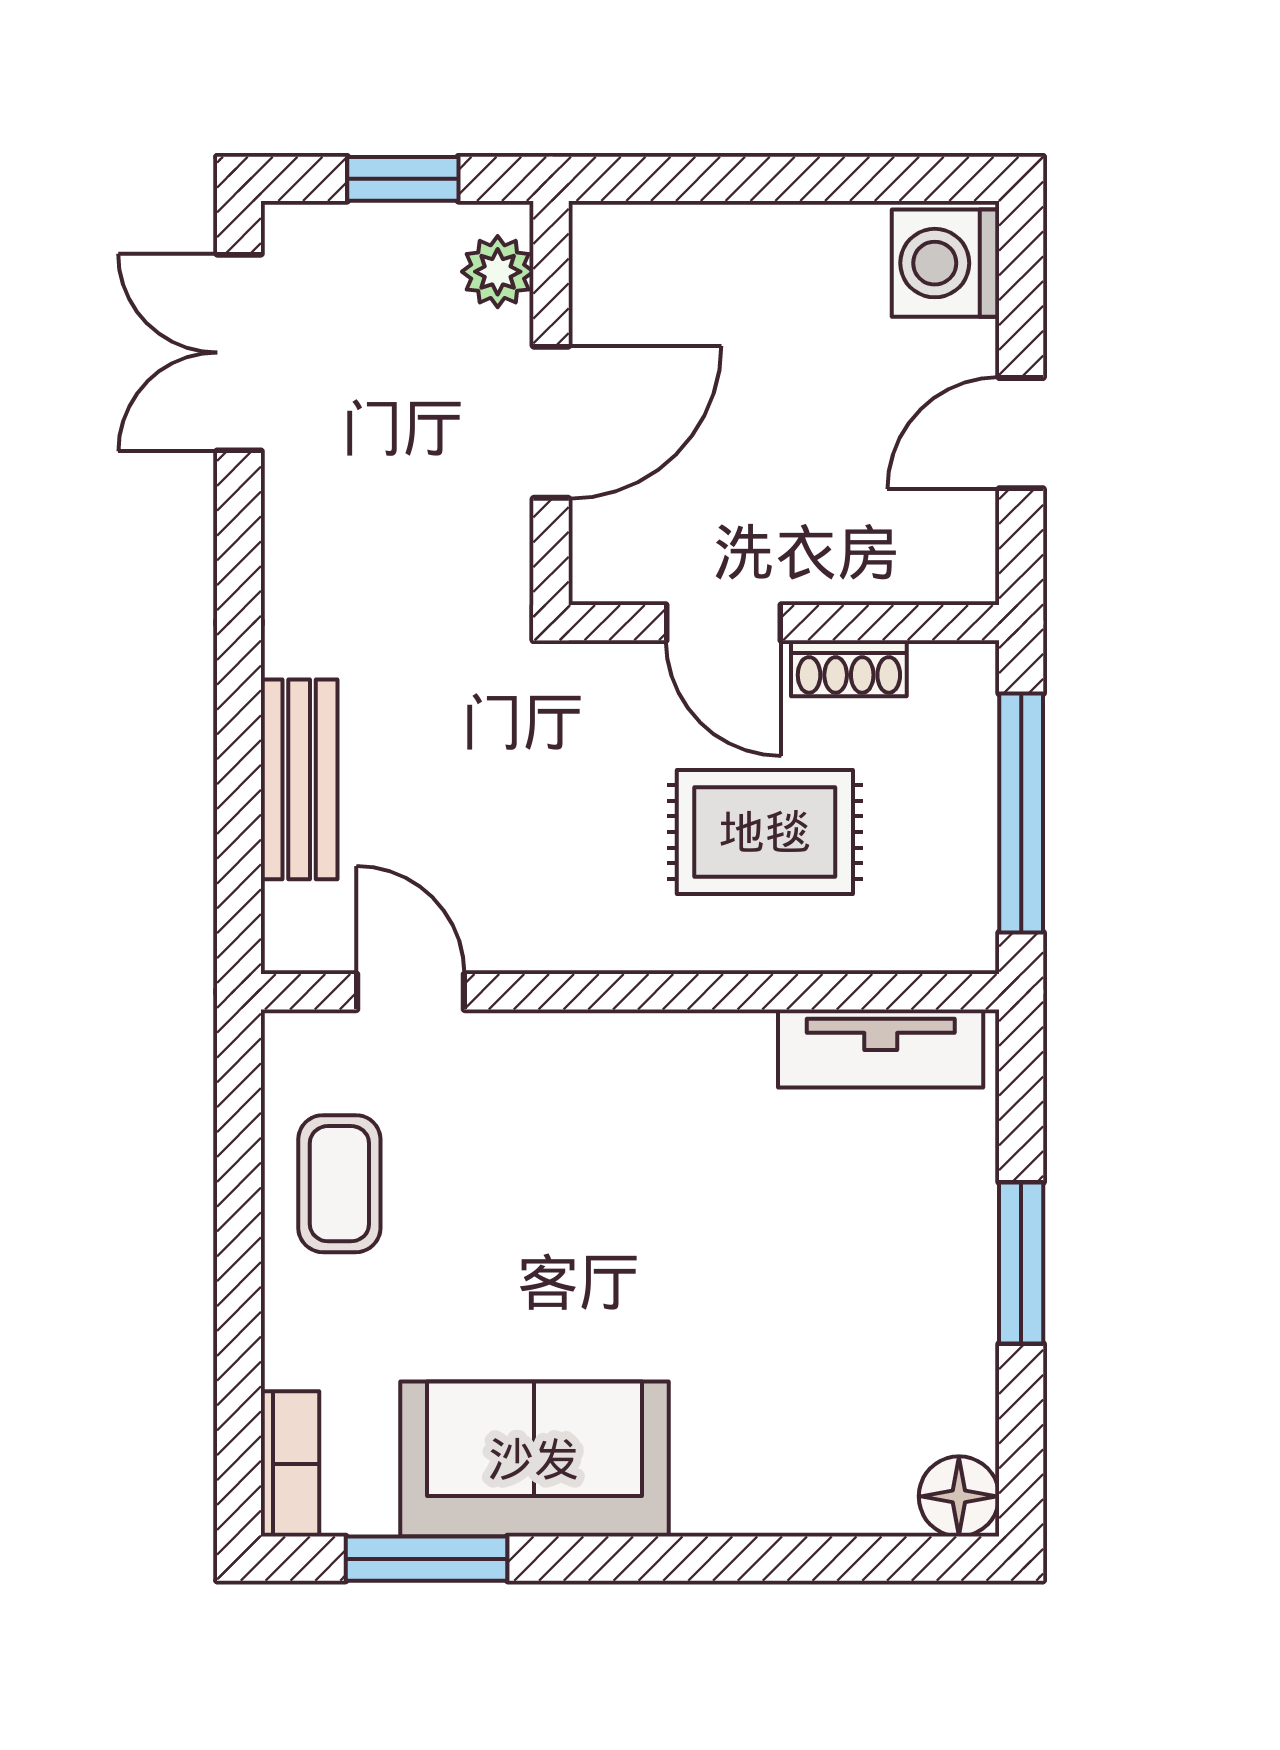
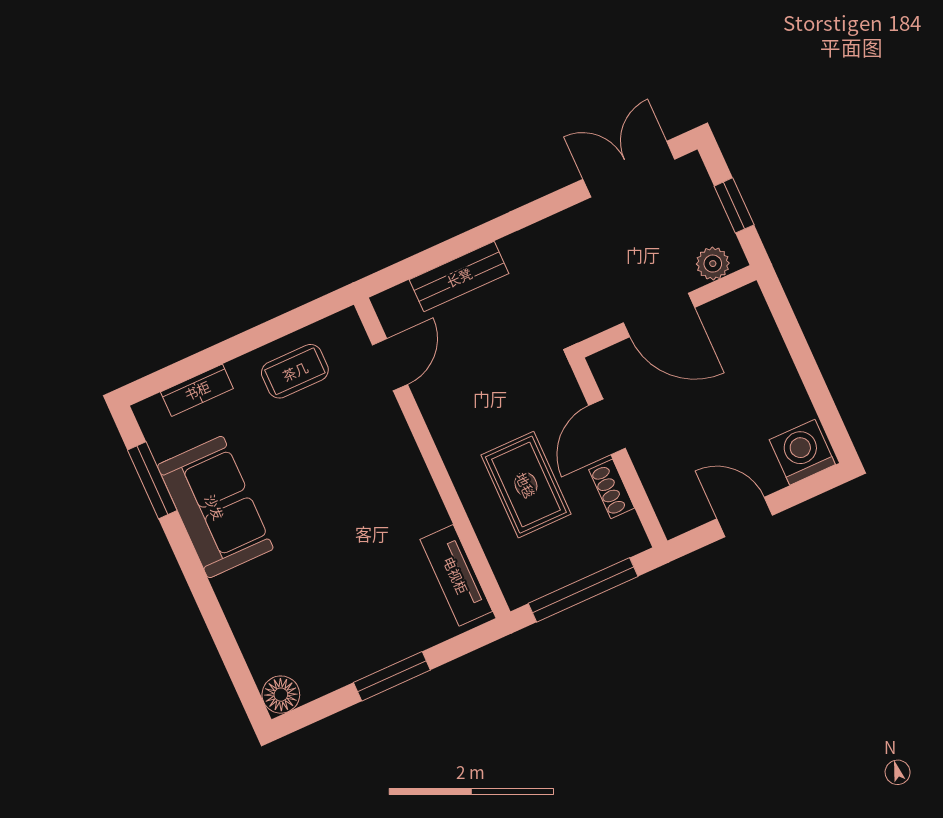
bookcase: (290, 1464) -> (197, 390), moved

